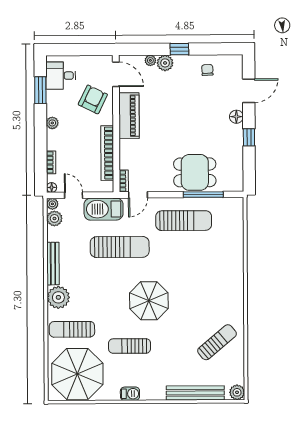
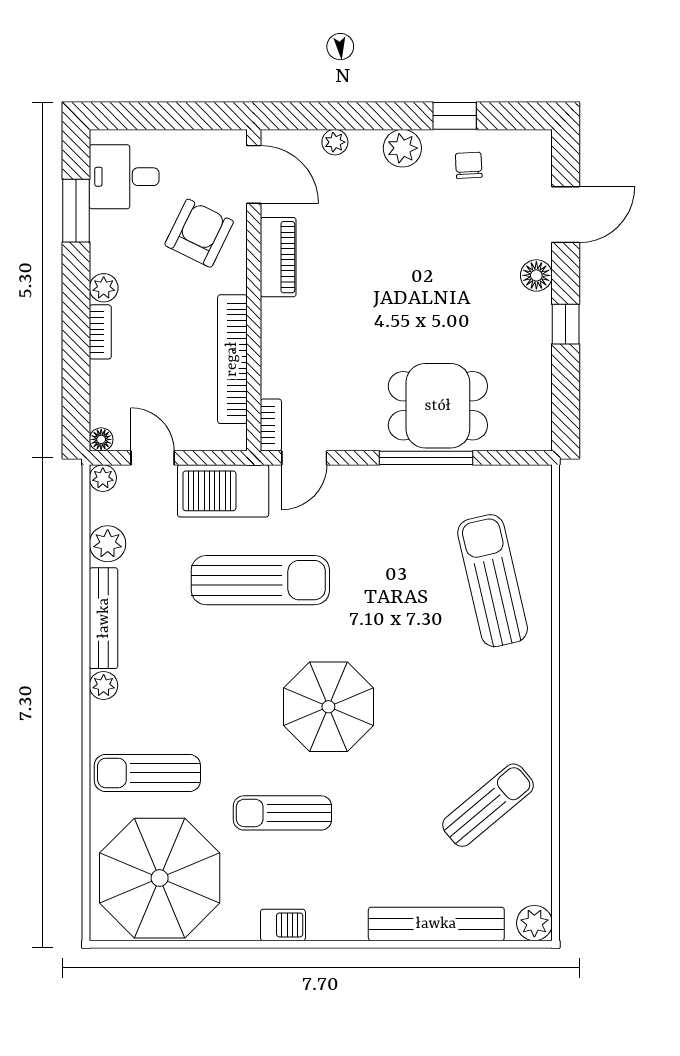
window: (179, 49) -> (455, 116), moved
plant: (165, 63) -> (402, 148), moved
piano: (129, 116) -> (278, 257), width x0.73, depth x0.75
bookcase: (51, 162) -> (100, 332), moved
window: (203, 195) -> (426, 458), moved
plant: (54, 218) -> (108, 544), moved
sun lounger: (184, 221) -> (493, 581), moved, turned -103
plant: (58, 297) -> (104, 685), width x0.53, depth x0.53

